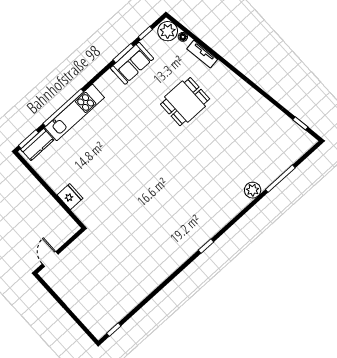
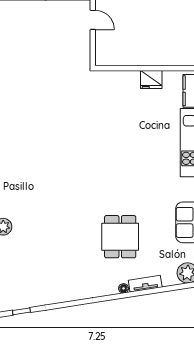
floor lamp: (183, 37) -> (124, 288), moved
fridge: (70, 197) -> (151, 79), moved

